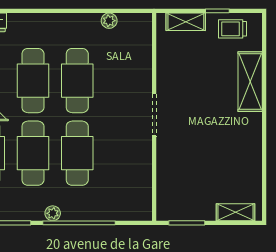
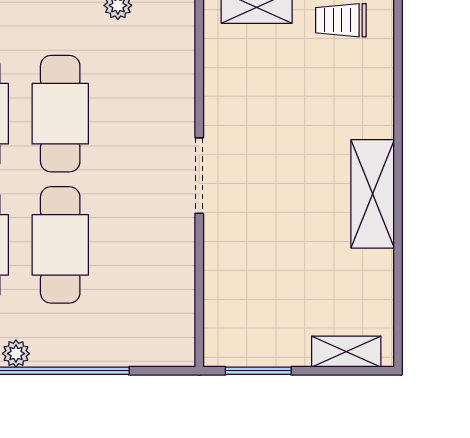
shelving: (250, 82) -> (373, 194), moved

